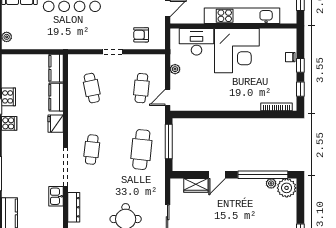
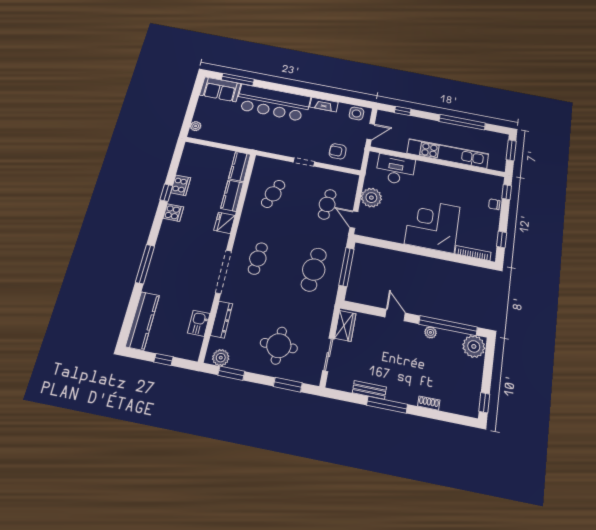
corner desk: (237, 51) -> (432, 225), moved, turned 180
window: (300, 65) -> (507, 192), moved
plant: (175, 69) -> (371, 198), width x1.87, depth x1.87
cafe table: (92, 88) -> (273, 194), turned 33
door: (168, 97) -> (354, 220), hinge flipped
door: (217, 175) -> (395, 315), swing flipped
plant: (271, 183) -> (430, 332), moved
wardrobe: (196, 185) -> (345, 326), moved, turned -90
kitchen sink: (56, 196) -> (199, 323), moved

